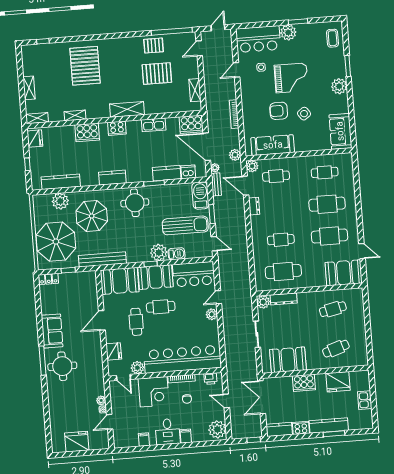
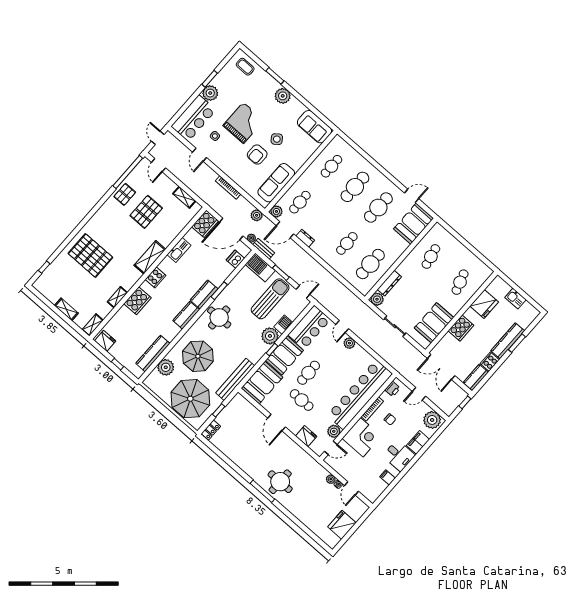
kitchen counter: (167, 173) -> (204, 294), moved
sofa: (52, 331) -> (249, 464), removed
filing cabinet: (186, 436) -> (418, 442), width x2.00

